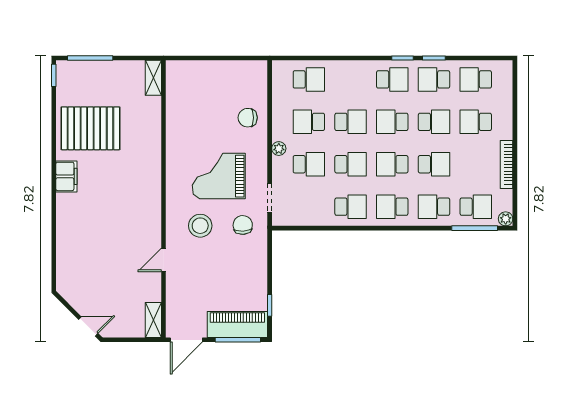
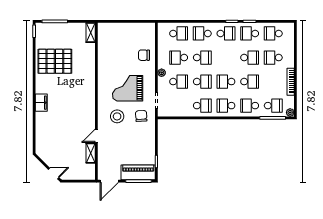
school desk: (392, 122) -> (202, 33), moved
filing cabinet: (66, 176) -> (41, 103), moved
shelving: (153, 320) -> (91, 153), moved

